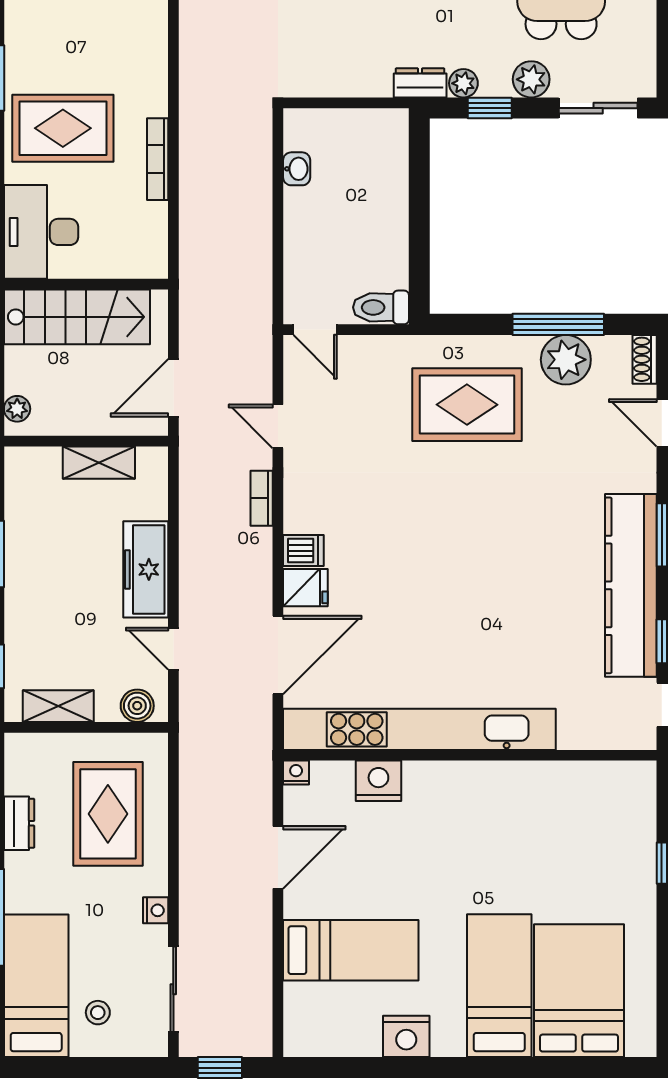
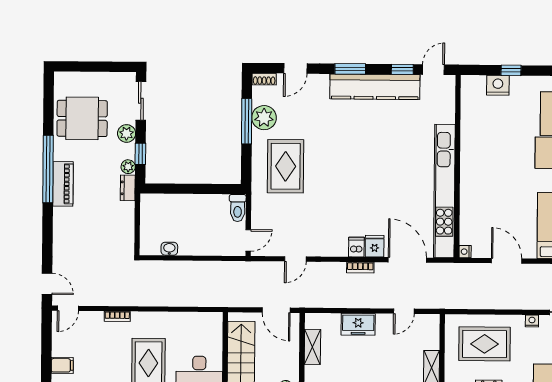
bookcase: (158, 159) -> (117, 316), moved, width x0.64
bookcase: (262, 498) -> (360, 268), moved
freezer: (146, 569) -> (358, 324), width x0.71
boiler: (137, 706) -> (432, 329), removed
nightstand: (378, 781) -> (498, 85), moved, turned 90

